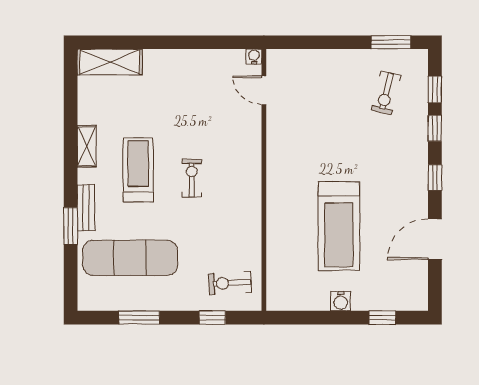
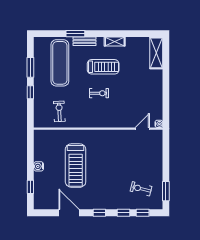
treadmill: (339, 226) -> (76, 166), turned -90
exercise bike: (230, 283) -> (59, 111), moved
window: (212, 318) -> (30, 92), moved

